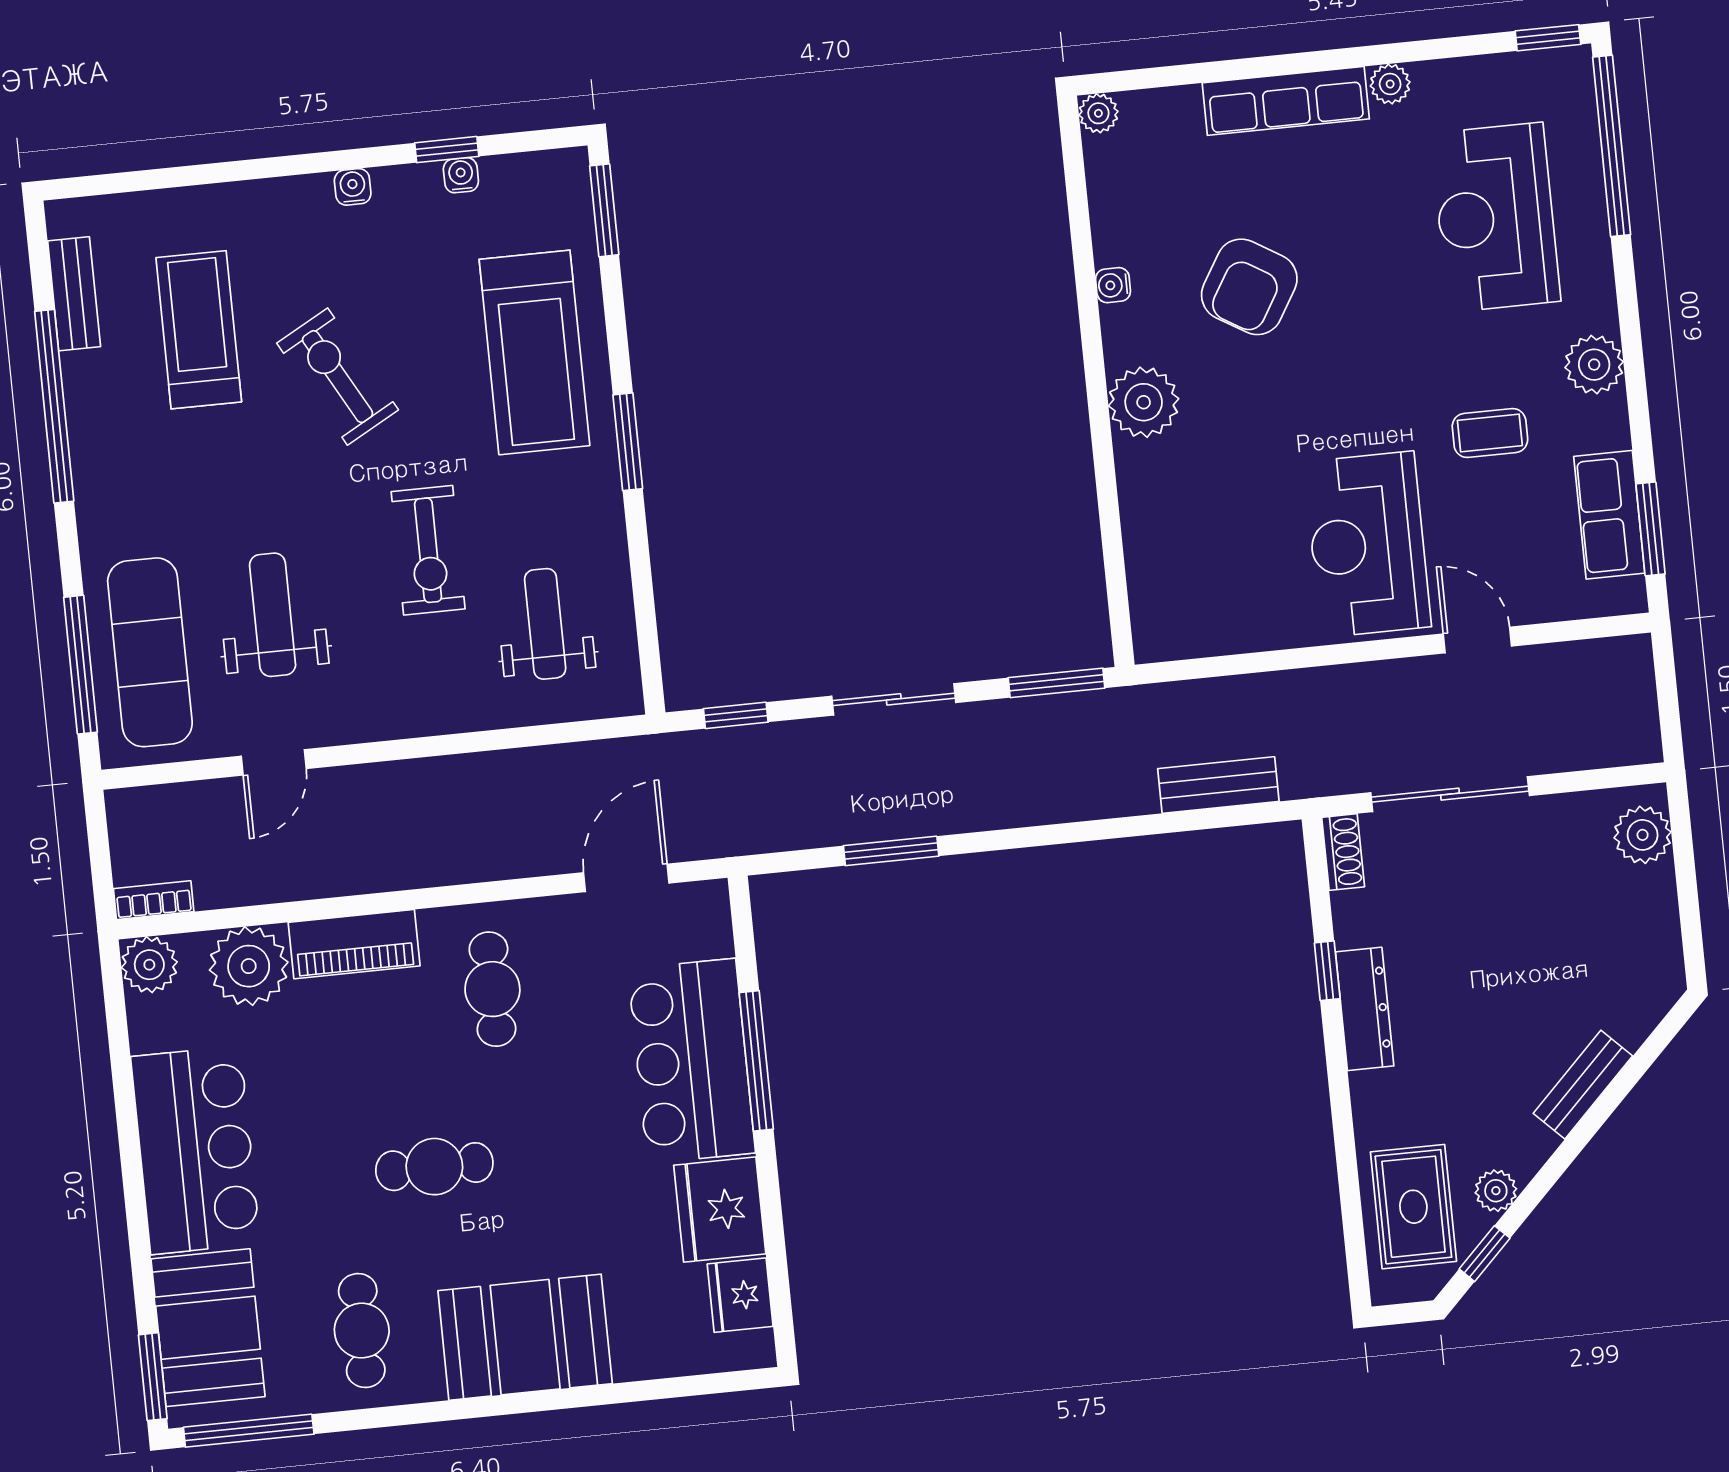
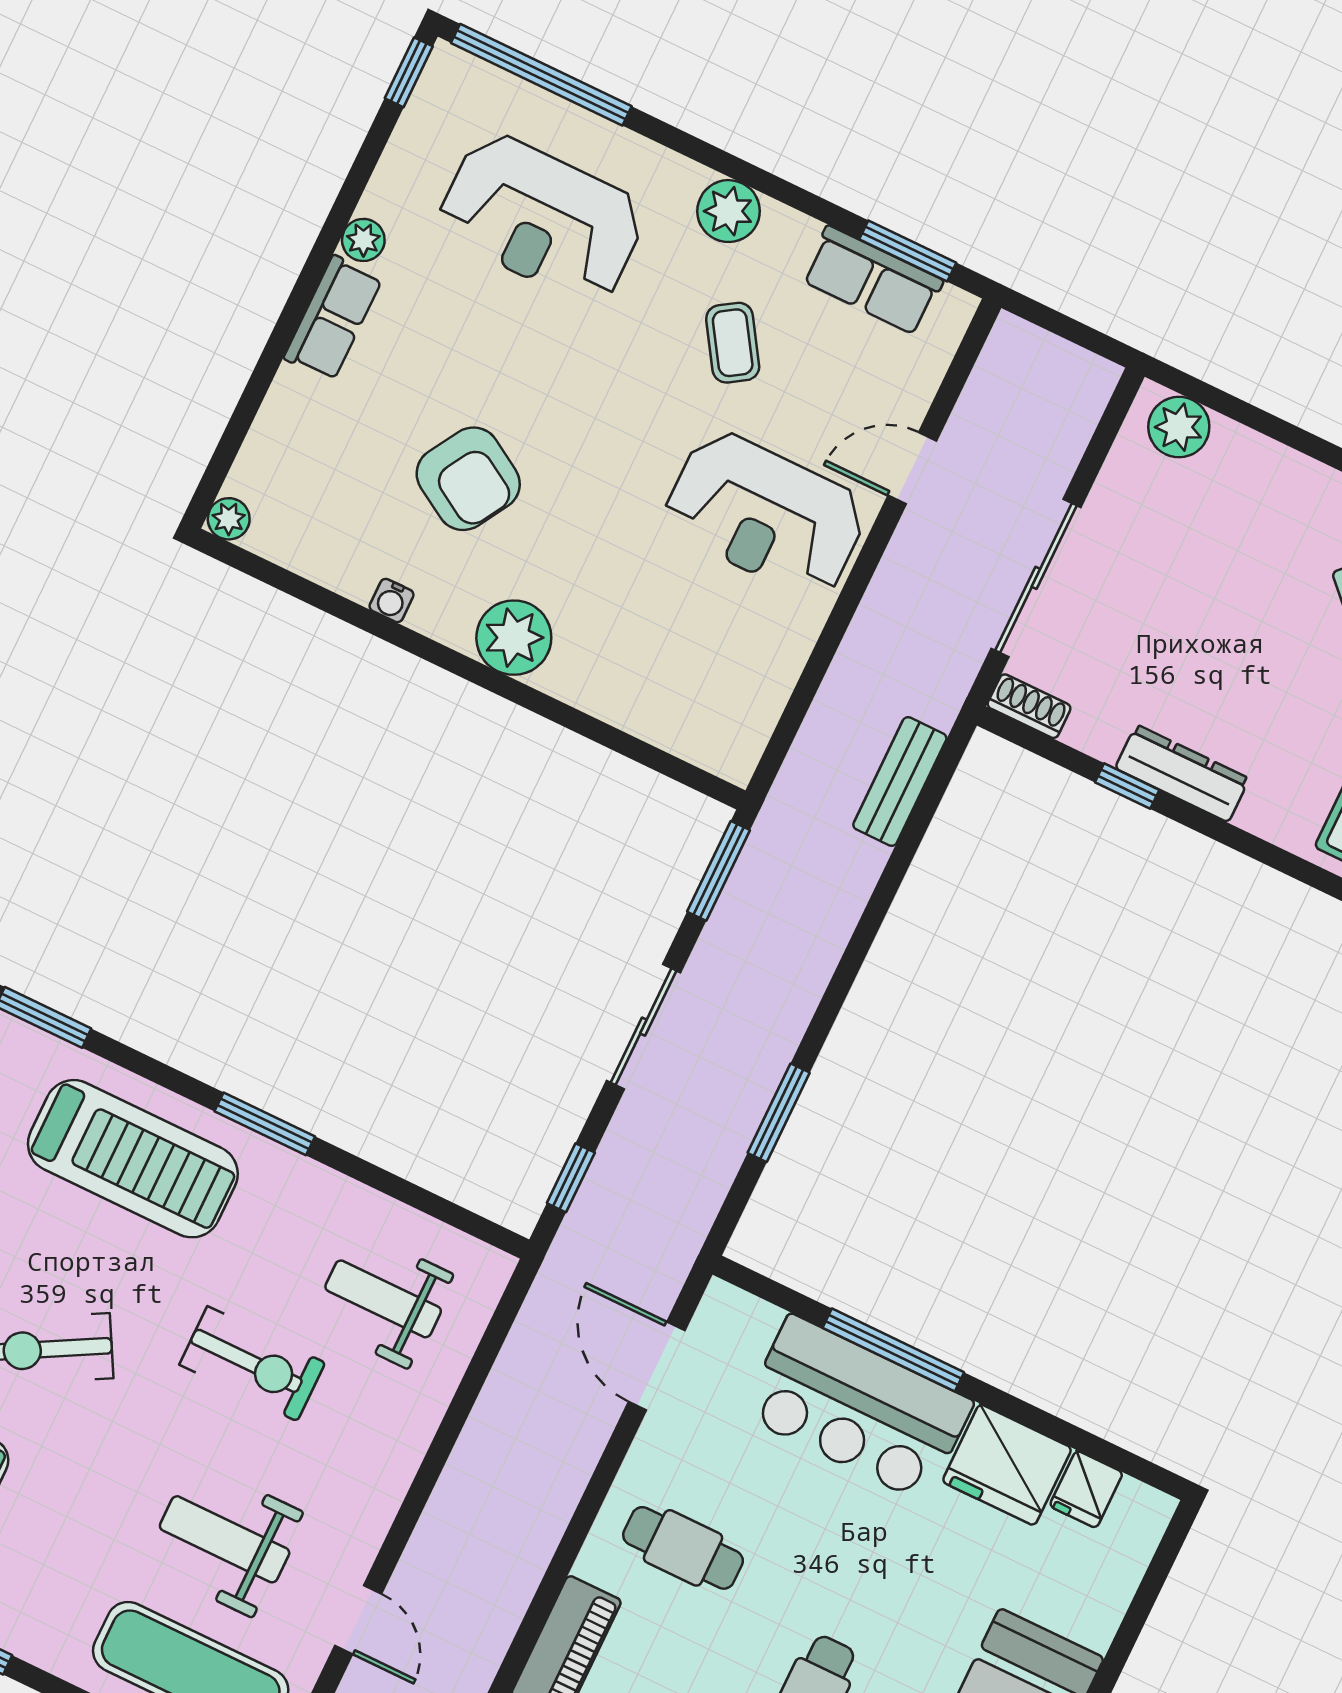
row of seats: (1286, 101) -> (333, 318), width x0.68
coffee table: (1490, 433) -> (733, 343), turned -33
fridge: (740, 1295) -> (1086, 1489), width x0.72

